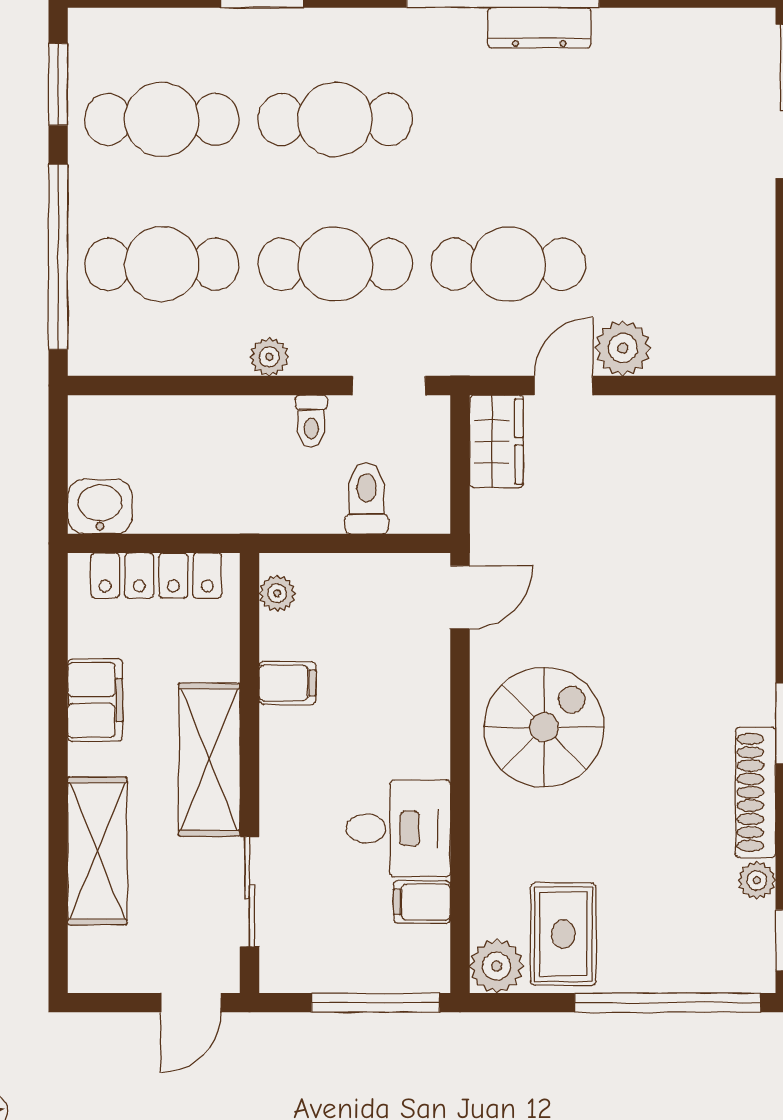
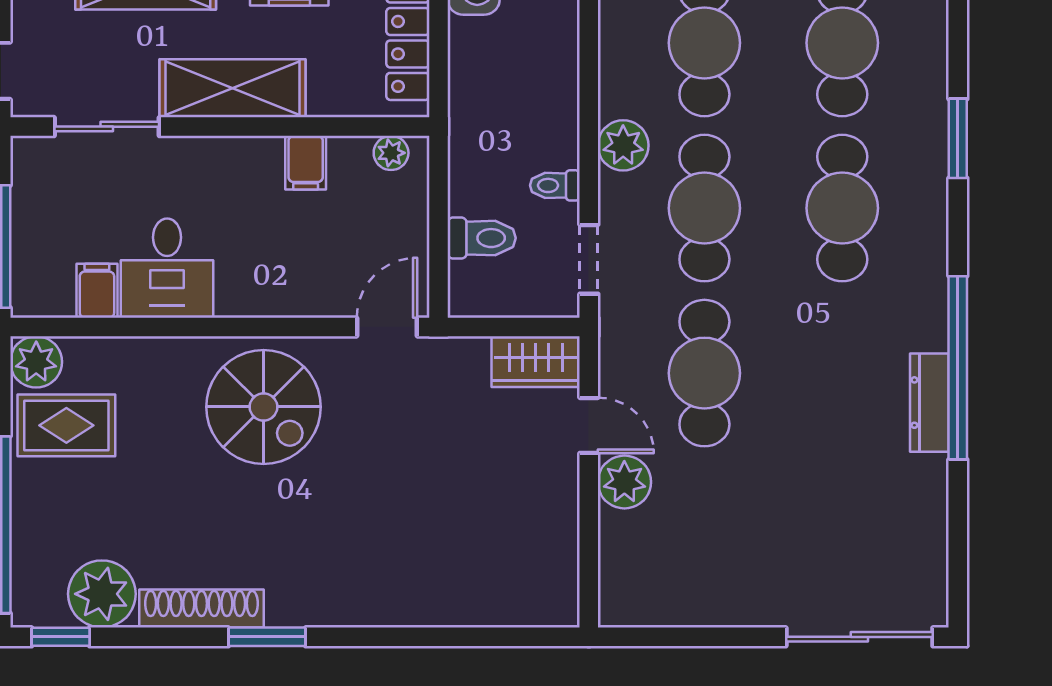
plant: (269, 357) -> (623, 145), width x1.38, depth x1.38
door: (460, 597) -> (387, 327), swing flipped
plant: (757, 880) -> (102, 594), width x1.88, depth x1.88

